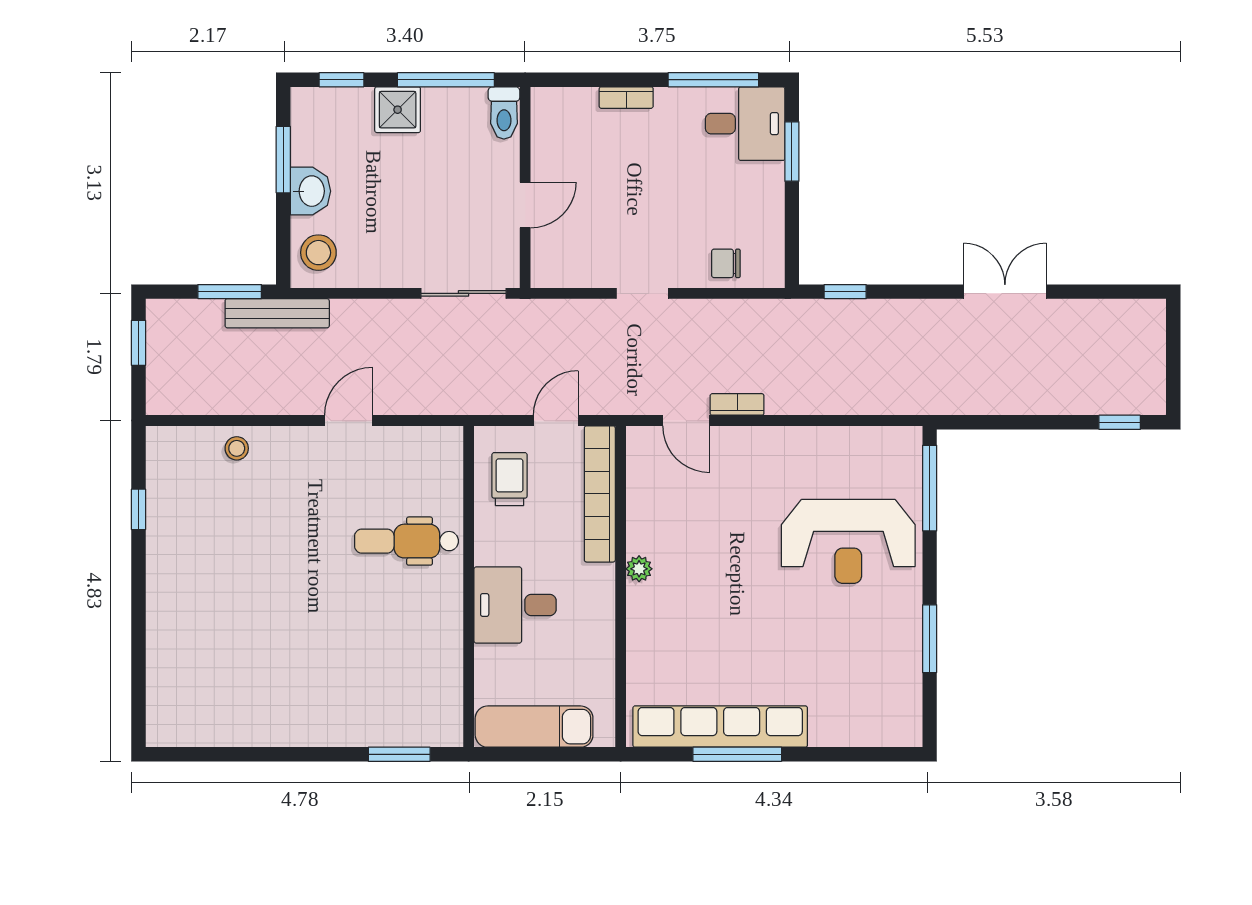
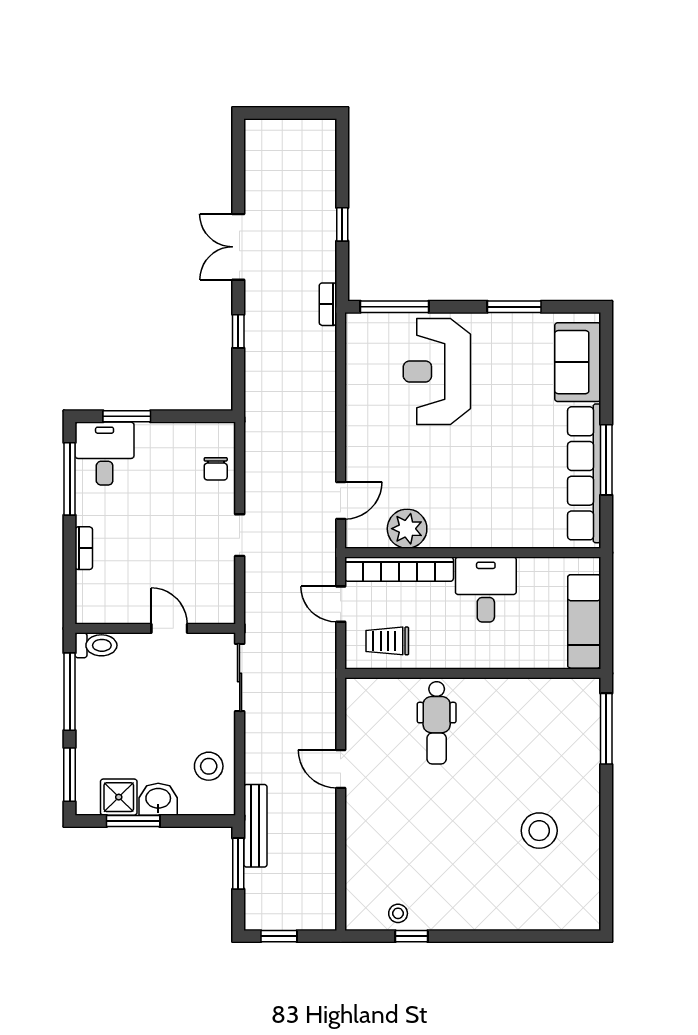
window: (341, 80) -> (70, 775), width x1.50
shower: (398, 110) -> (119, 797), moved
stool: (318, 253) -> (209, 766), moved
window: (845, 292) -> (238, 331), moved
bookcase: (737, 404) -> (328, 304), moved
window: (1120, 422) -> (342, 224), moved
stool: (237, 448) -> (398, 913), moved
reception desk: (848, 541) -> (437, 371), turned 180
plant: (639, 569) -> (407, 529), moved, width x1.87, depth x1.87
desk: (515, 605) -> (486, 589), moved, turned 180
stool: (271, 670) -> (539, 831), added
sofa: (860, 718) -> (578, 362), added
window: (399, 754) -> (606, 729), width x1.44

